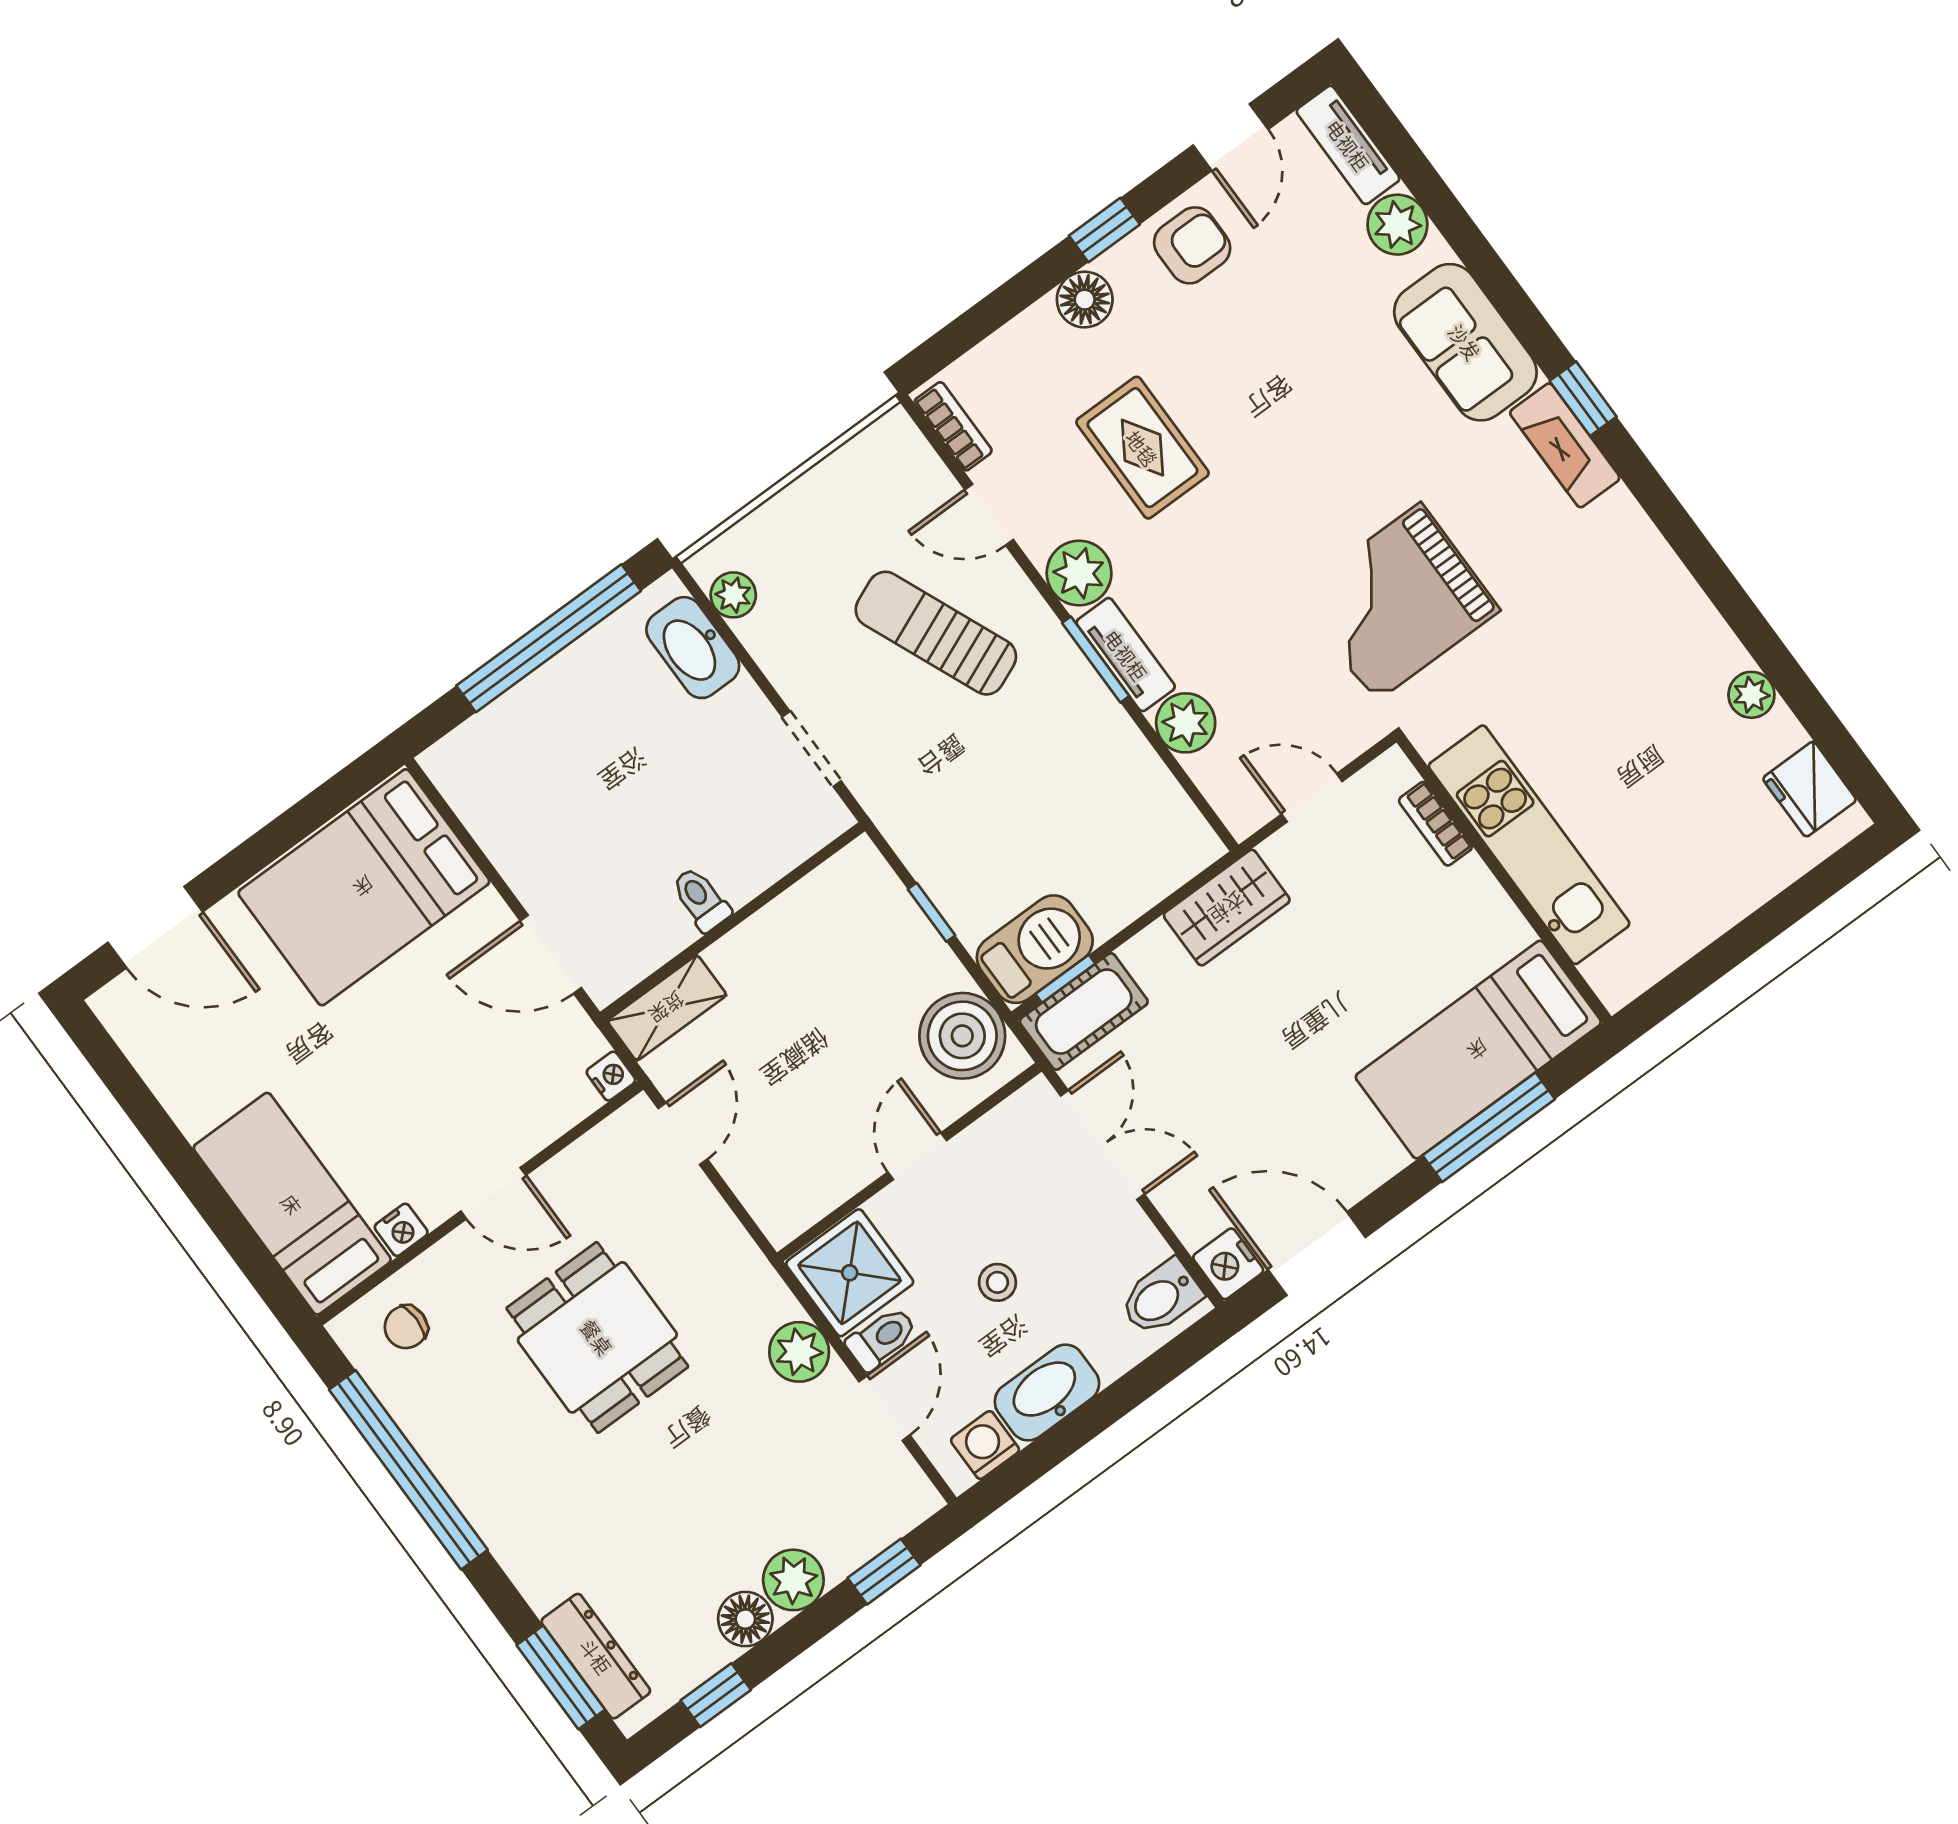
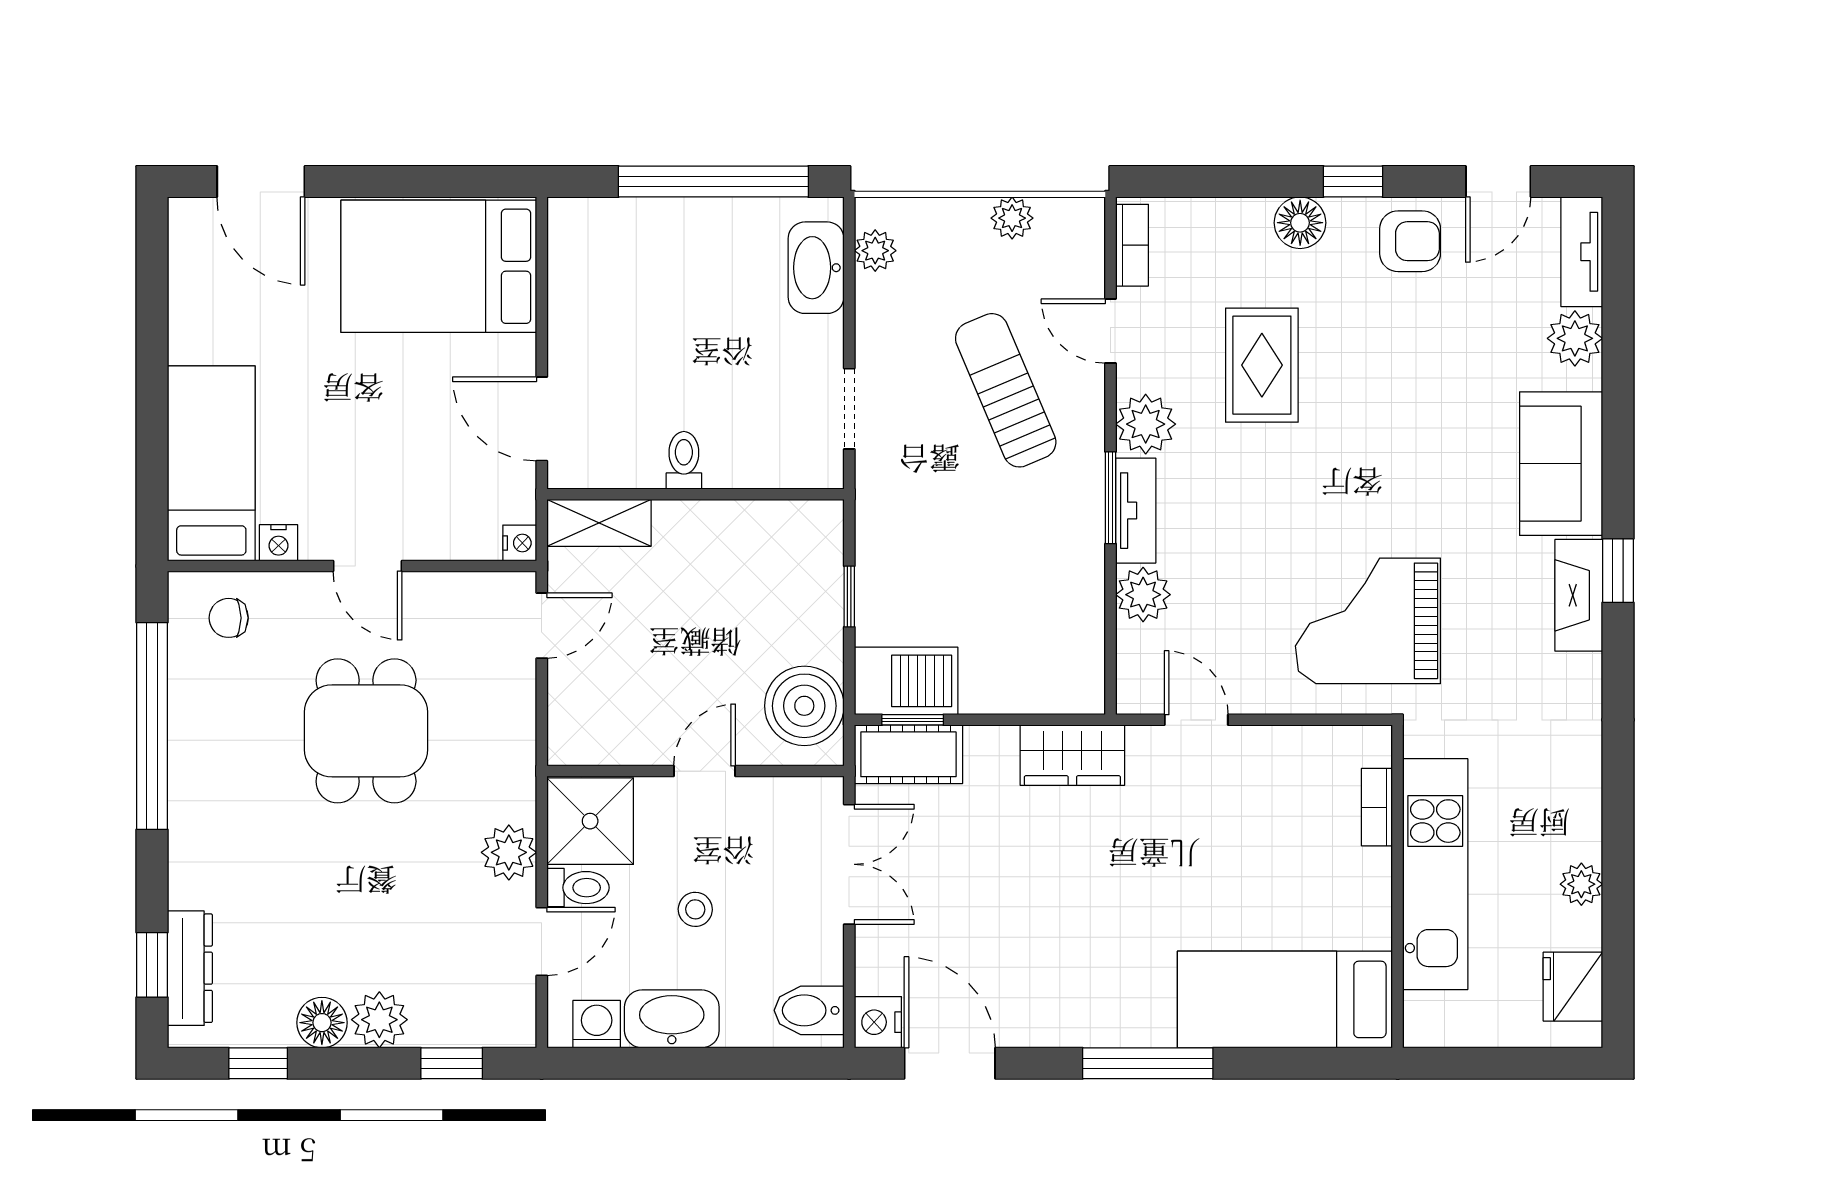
plant: (831, 479) -> (1012, 218), added
bookcase: (1436, 824) -> (1377, 807), moved
kitchen unit: (1529, 845) -> (1435, 874), moved
wall: (1504, 879) -> (1398, 886), moved
bed: (1478, 1050) -> (1285, 999), moved
window: (561, 1677) -> (152, 965), width x0.67

